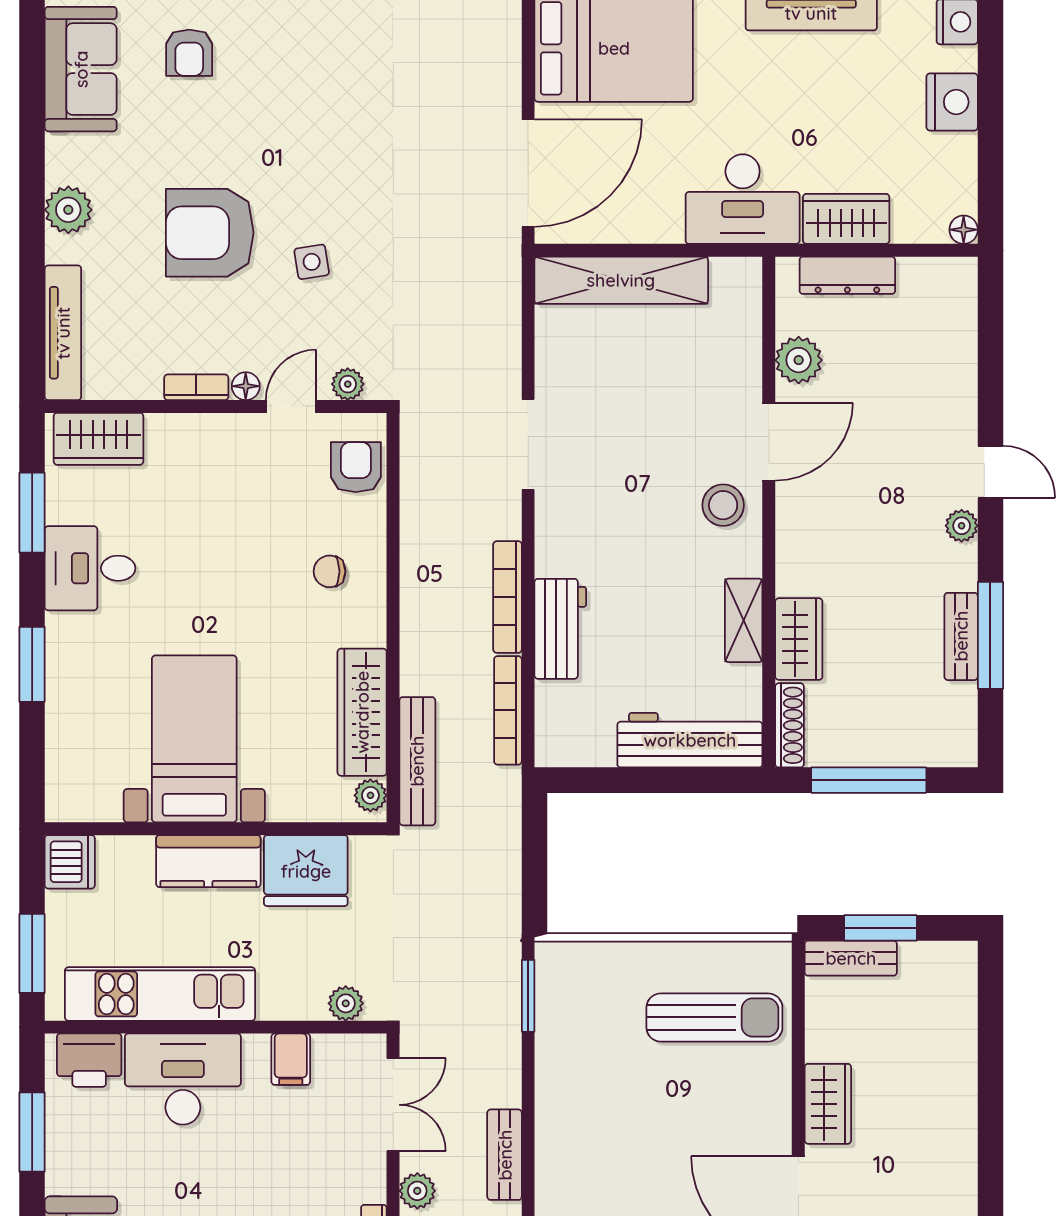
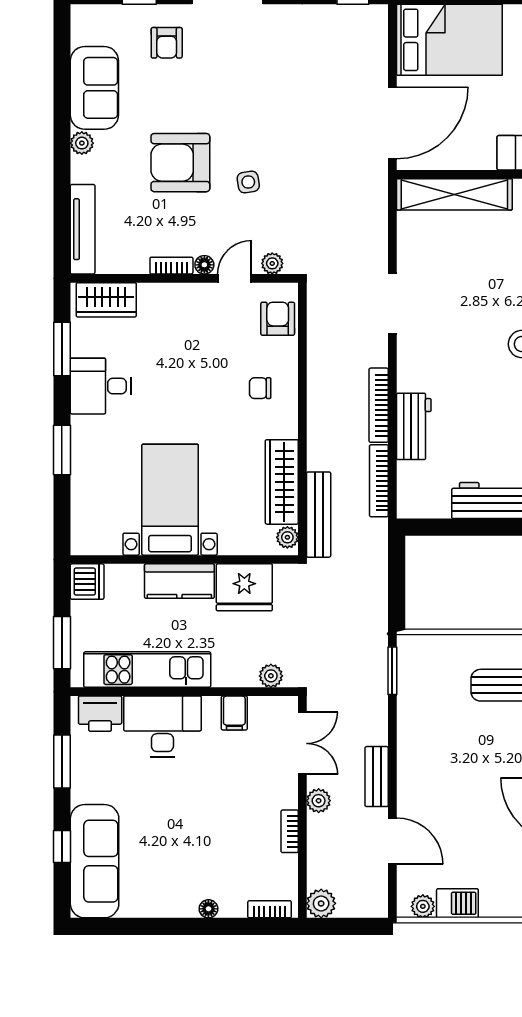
sofa: (81, 69) -> (94, 88), moved
plant: (68, 210) -> (82, 143), width x0.73, depth x0.73

